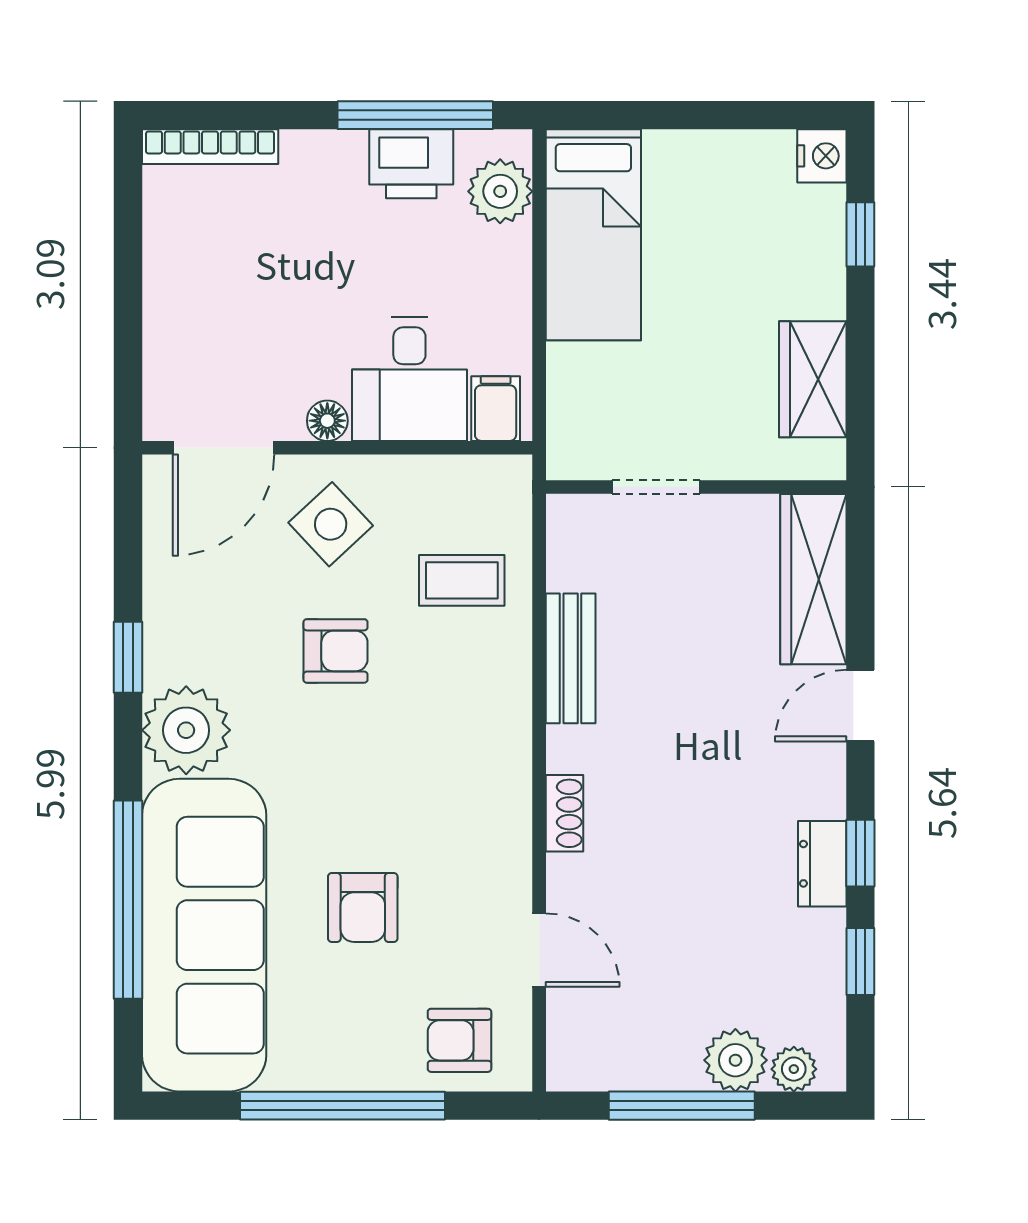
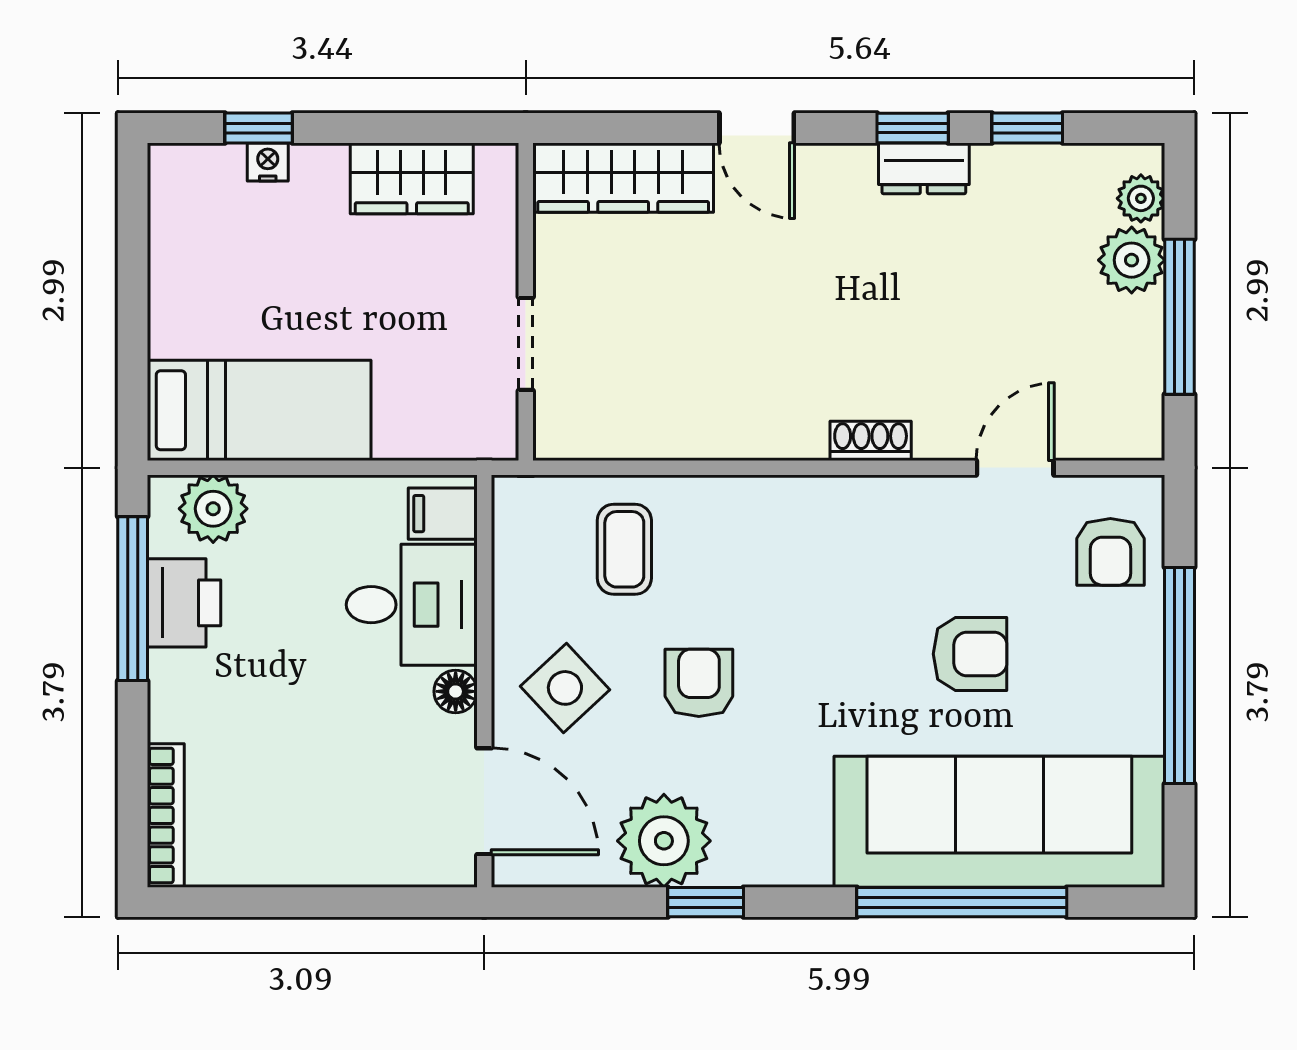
nightstand: (822, 156) -> (268, 162), moved, width x0.72, depth x0.74
bench: (571, 658) -> (707, 434), removed
plant: (186, 730) -> (664, 841), moved

